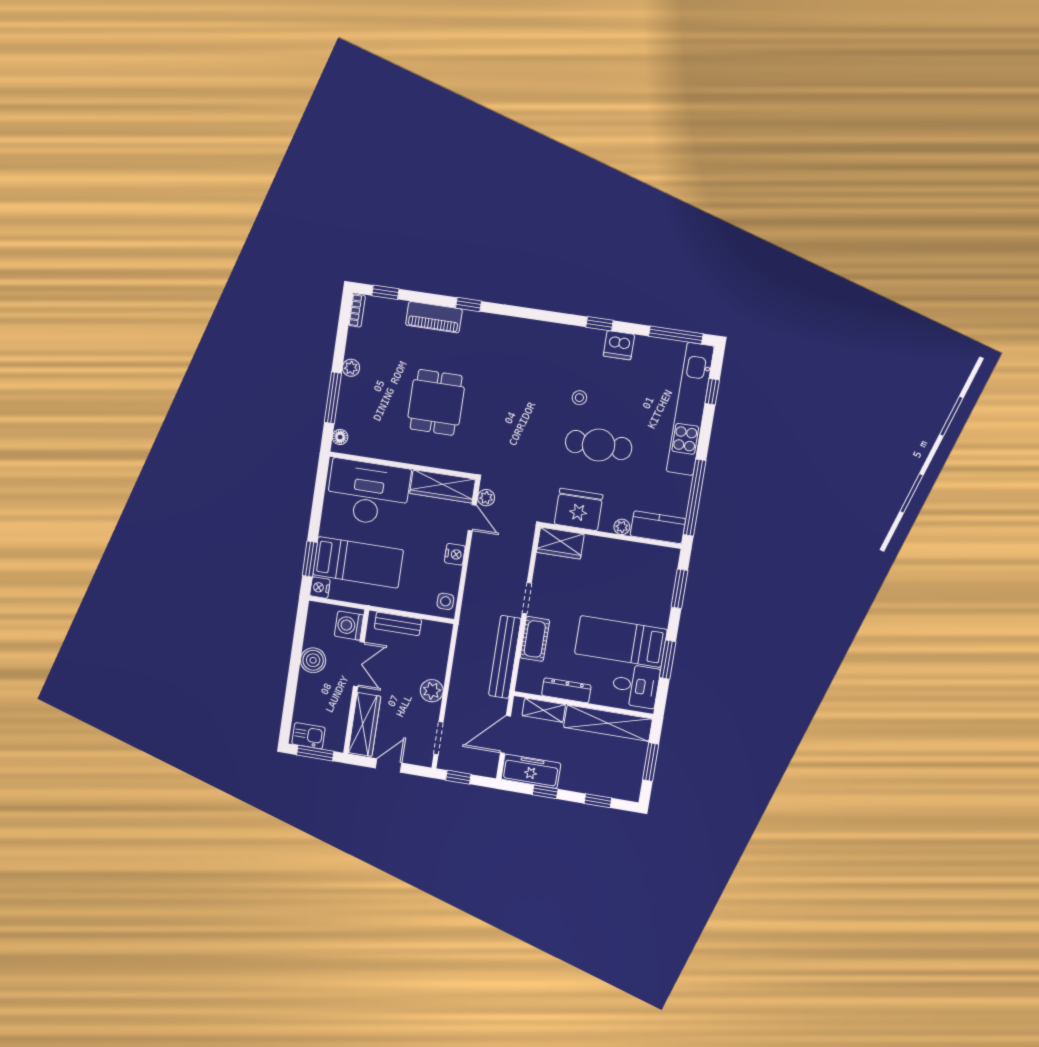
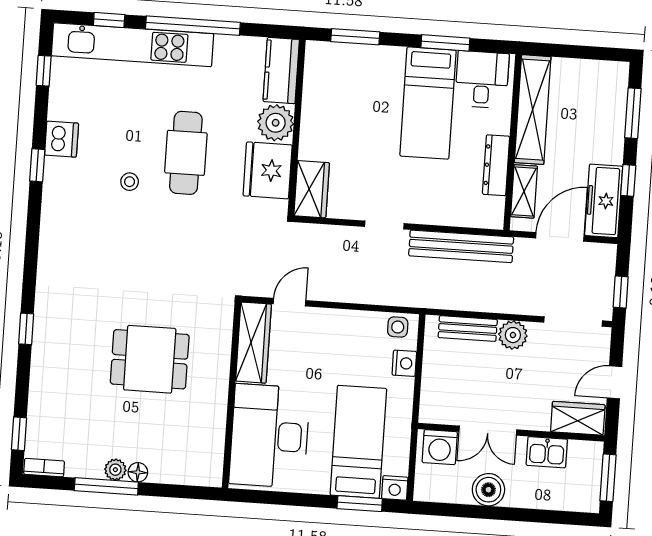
piano: (434, 317) -> (45, 371), removed
window: (676, 335) -> (44, 71), width x0.46
window: (333, 398) -> (106, 486), moved
floor lamp: (340, 437) -> (138, 472), moved
plant: (486, 498) -> (263, 287), removed
window: (695, 498) -> (193, 26), moved
plant: (622, 527) -> (276, 123), width x1.87, depth x1.87
nightstand: (455, 554) -> (404, 363), moved, turned 90
bench: (398, 624) -> (468, 329), moved, turned 90
cot: (535, 639) -> (435, 211), removed
double door: (359, 664) -> (488, 431), swing flipped
wardrobe: (364, 724) -> (578, 418), width x0.67
door: (505, 735) -> (560, 237), swing flipped
kitchen sink: (309, 736) -> (547, 452), moved, turned -90
doorway: (438, 738) -> (573, 321), width x1.38
window: (651, 762) -> (577, 52), removed
door: (389, 765) -> (614, 382), hinge flipped
window: (598, 801) -> (633, 113), width x1.50

